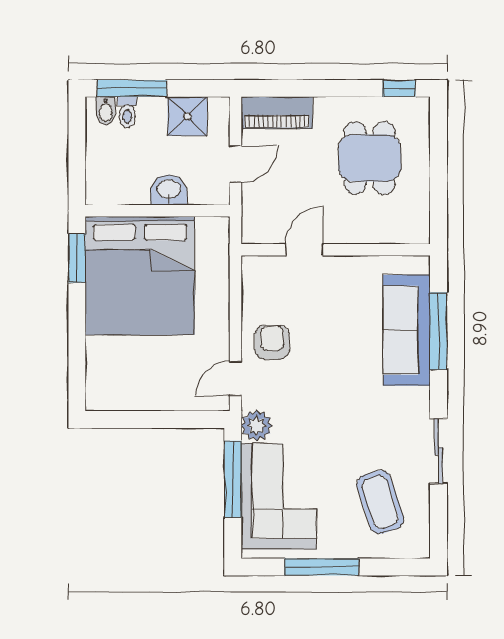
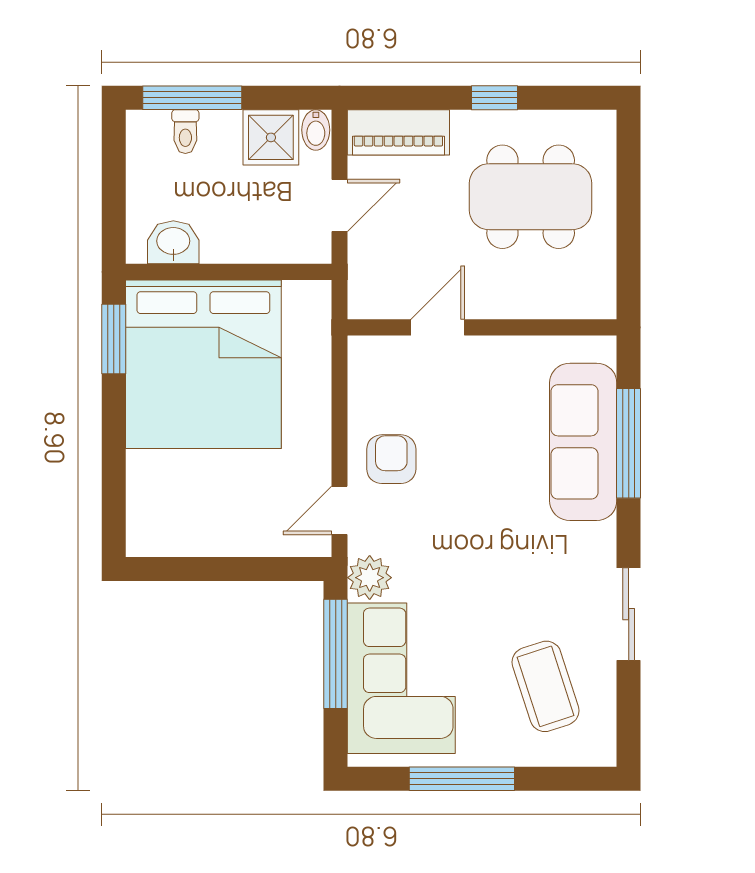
window: (399, 88) -> (495, 98), moved
bidet: (106, 111) -> (316, 130), moved
dining table: (370, 158) -> (531, 197), width x1.38
washbasin: (169, 190) -> (173, 242), moved

